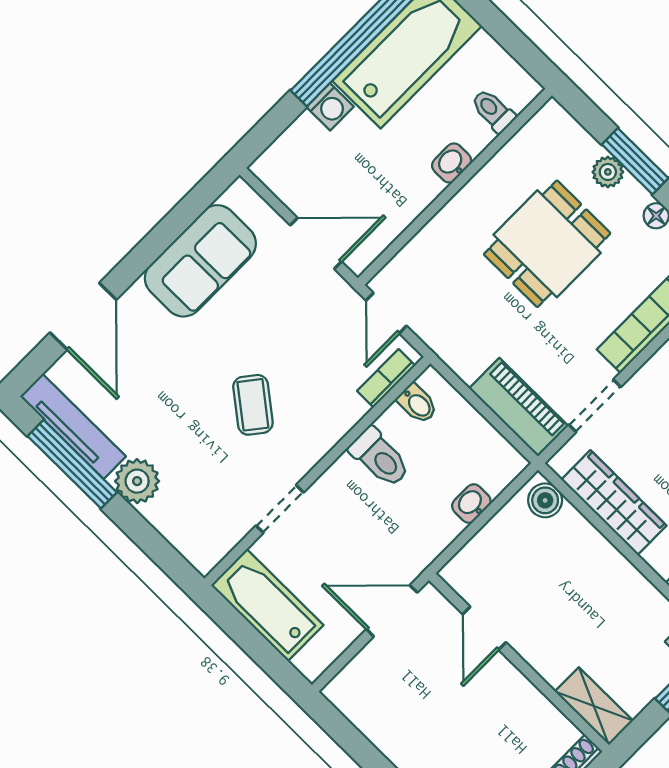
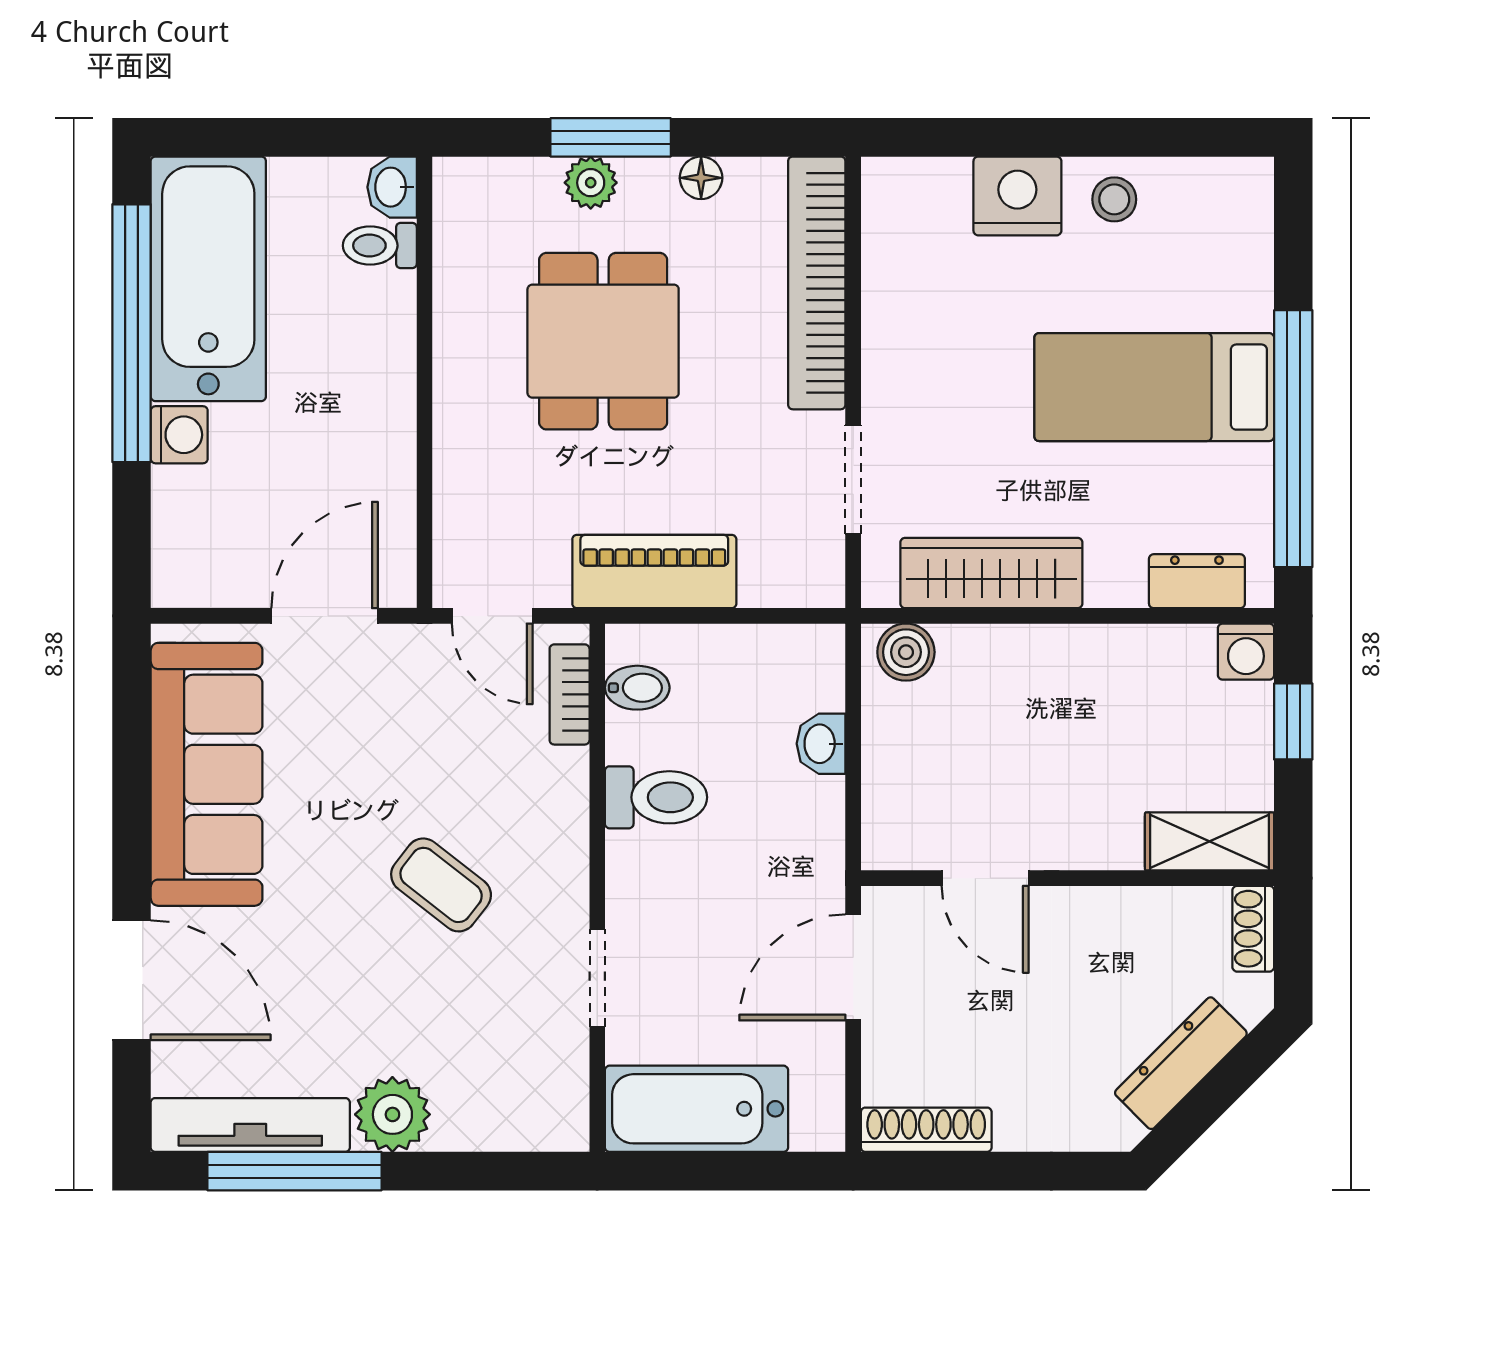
washbasin: (452, 163) -> (392, 187), moved
sofa: (200, 261) -> (207, 774), width x1.36
piano: (519, 407) -> (654, 571), moved
shoe rack: (355, 709) -> (926, 1130), added

